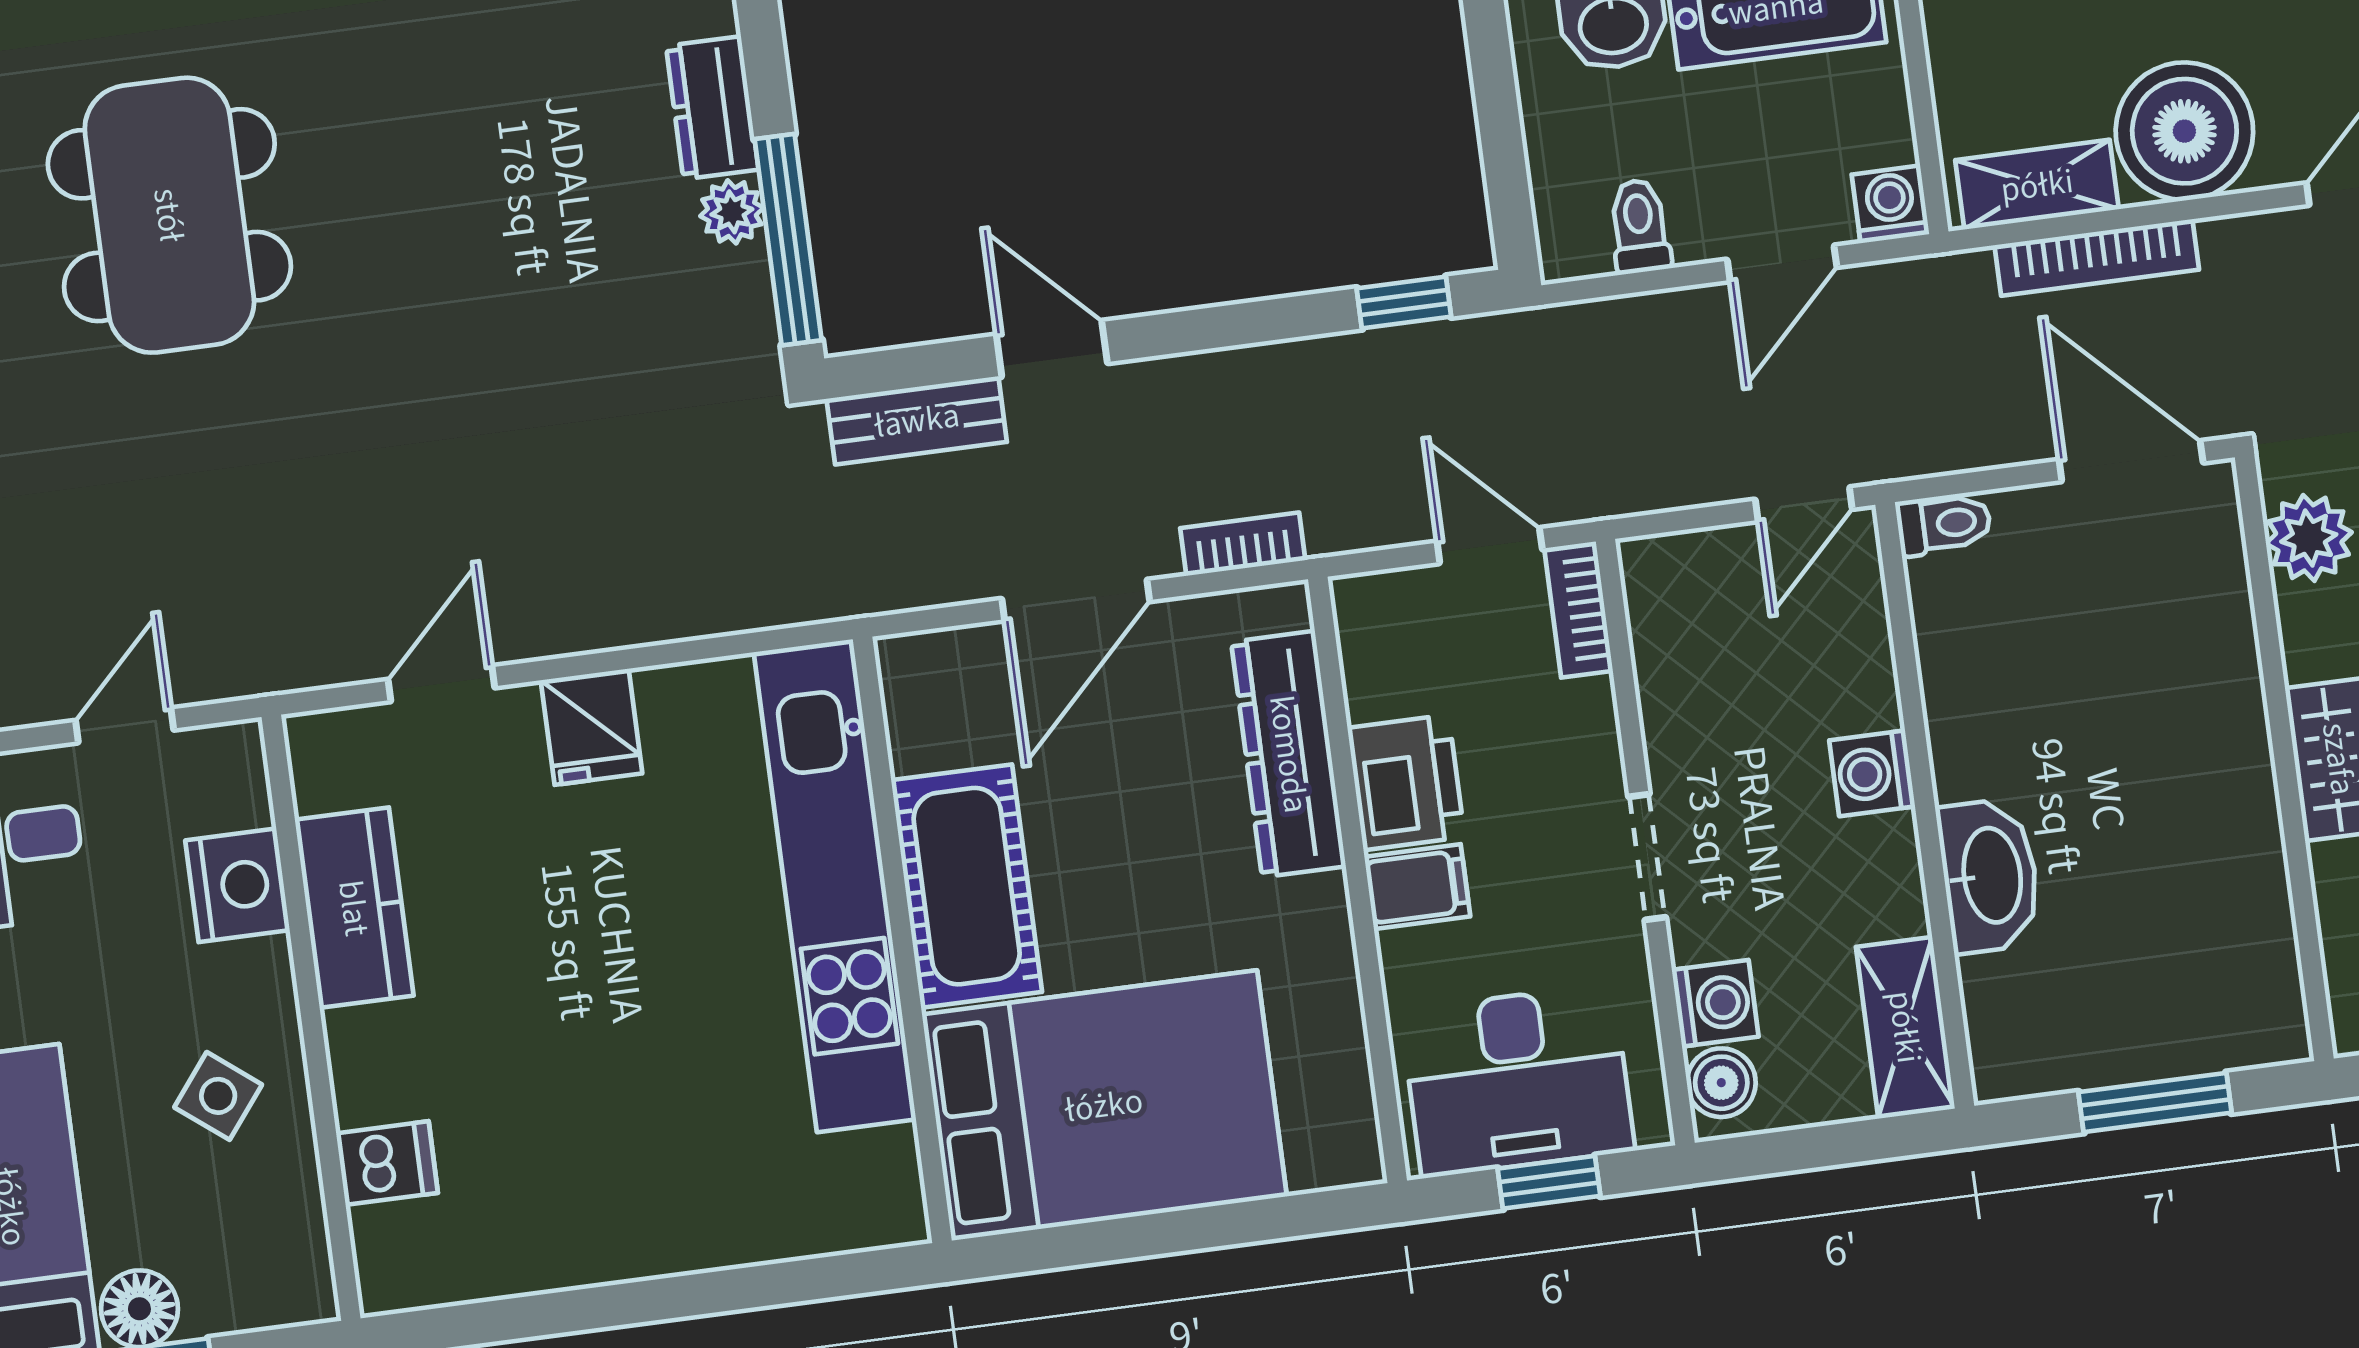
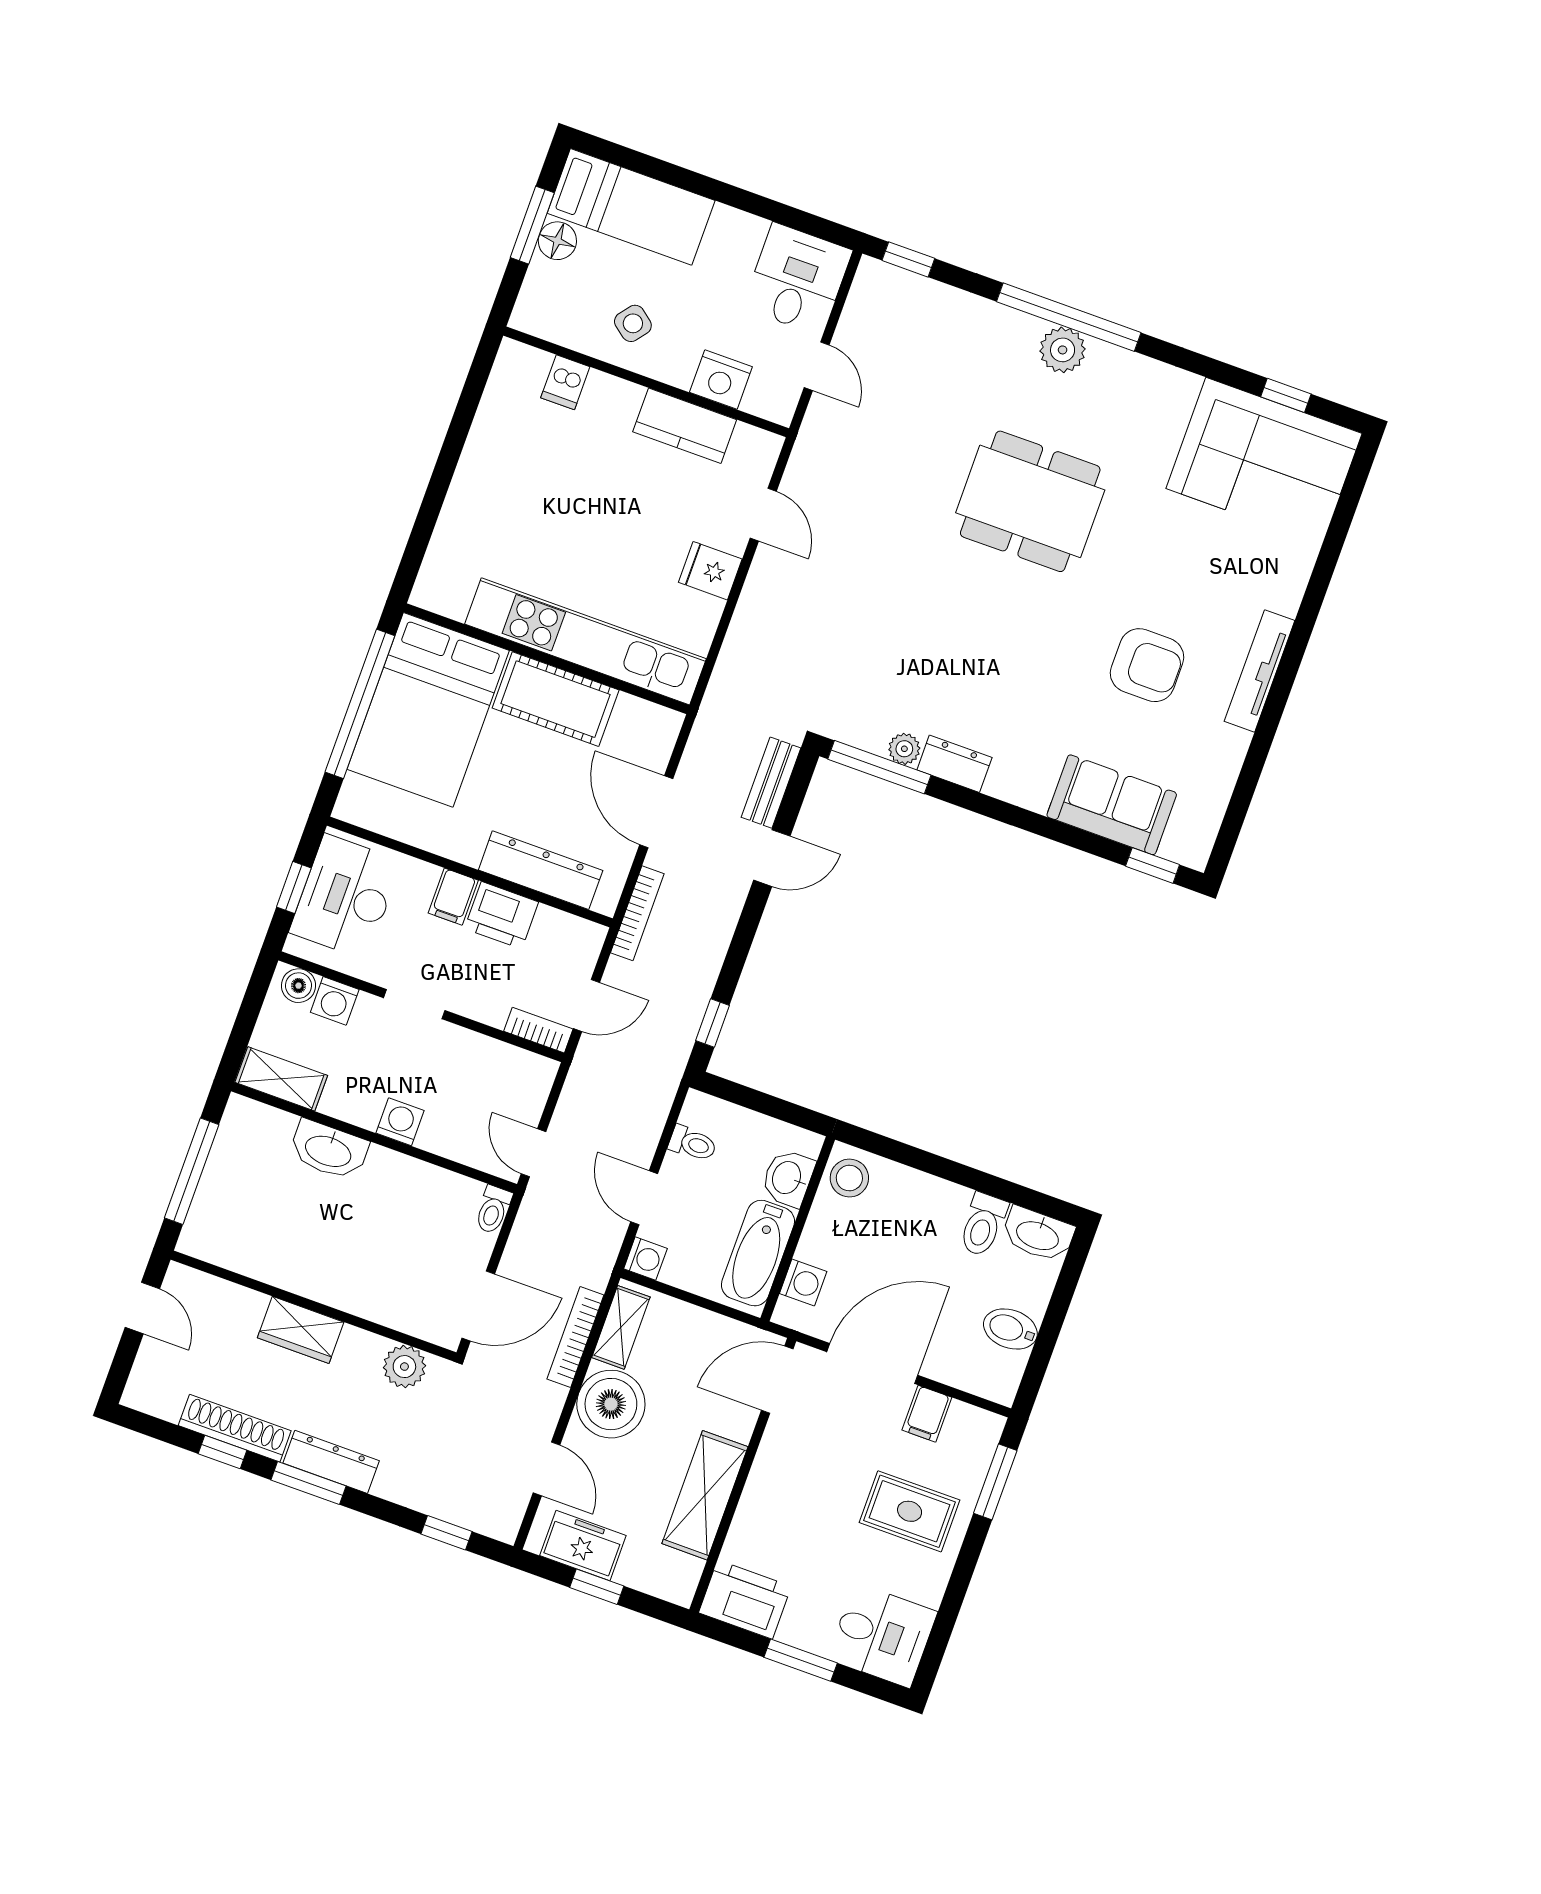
bookcase: (1243, 544) -> (637, 913), width x1.56
window: (2155, 1102) -> (192, 1171), width x1.44
window: (1157, 1234) -> (360, 704), added

